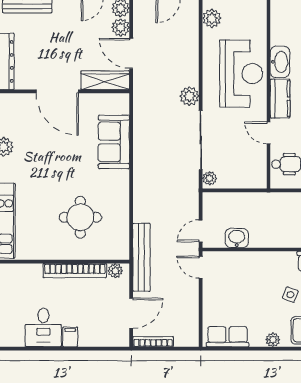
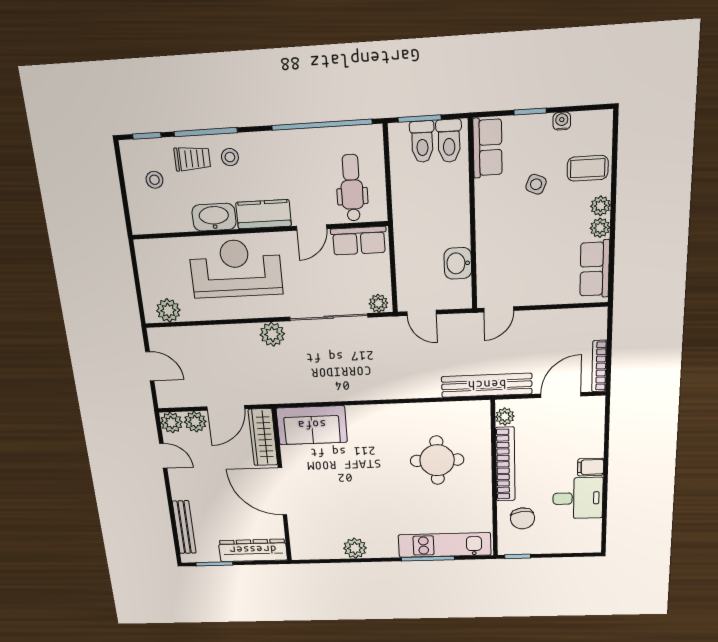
door: (57, 91) -> (282, 491), swing flipped
sofa: (114, 142) -> (312, 425), moved
row of seats: (257, 167) -> (359, 241), added
door: (201, 231) -> (422, 313), moved
chair: (27, 284) -> (522, 518), added
door: (131, 313) -> (561, 395), hinge flipped
plant: (257, 340) -> (600, 228), added

